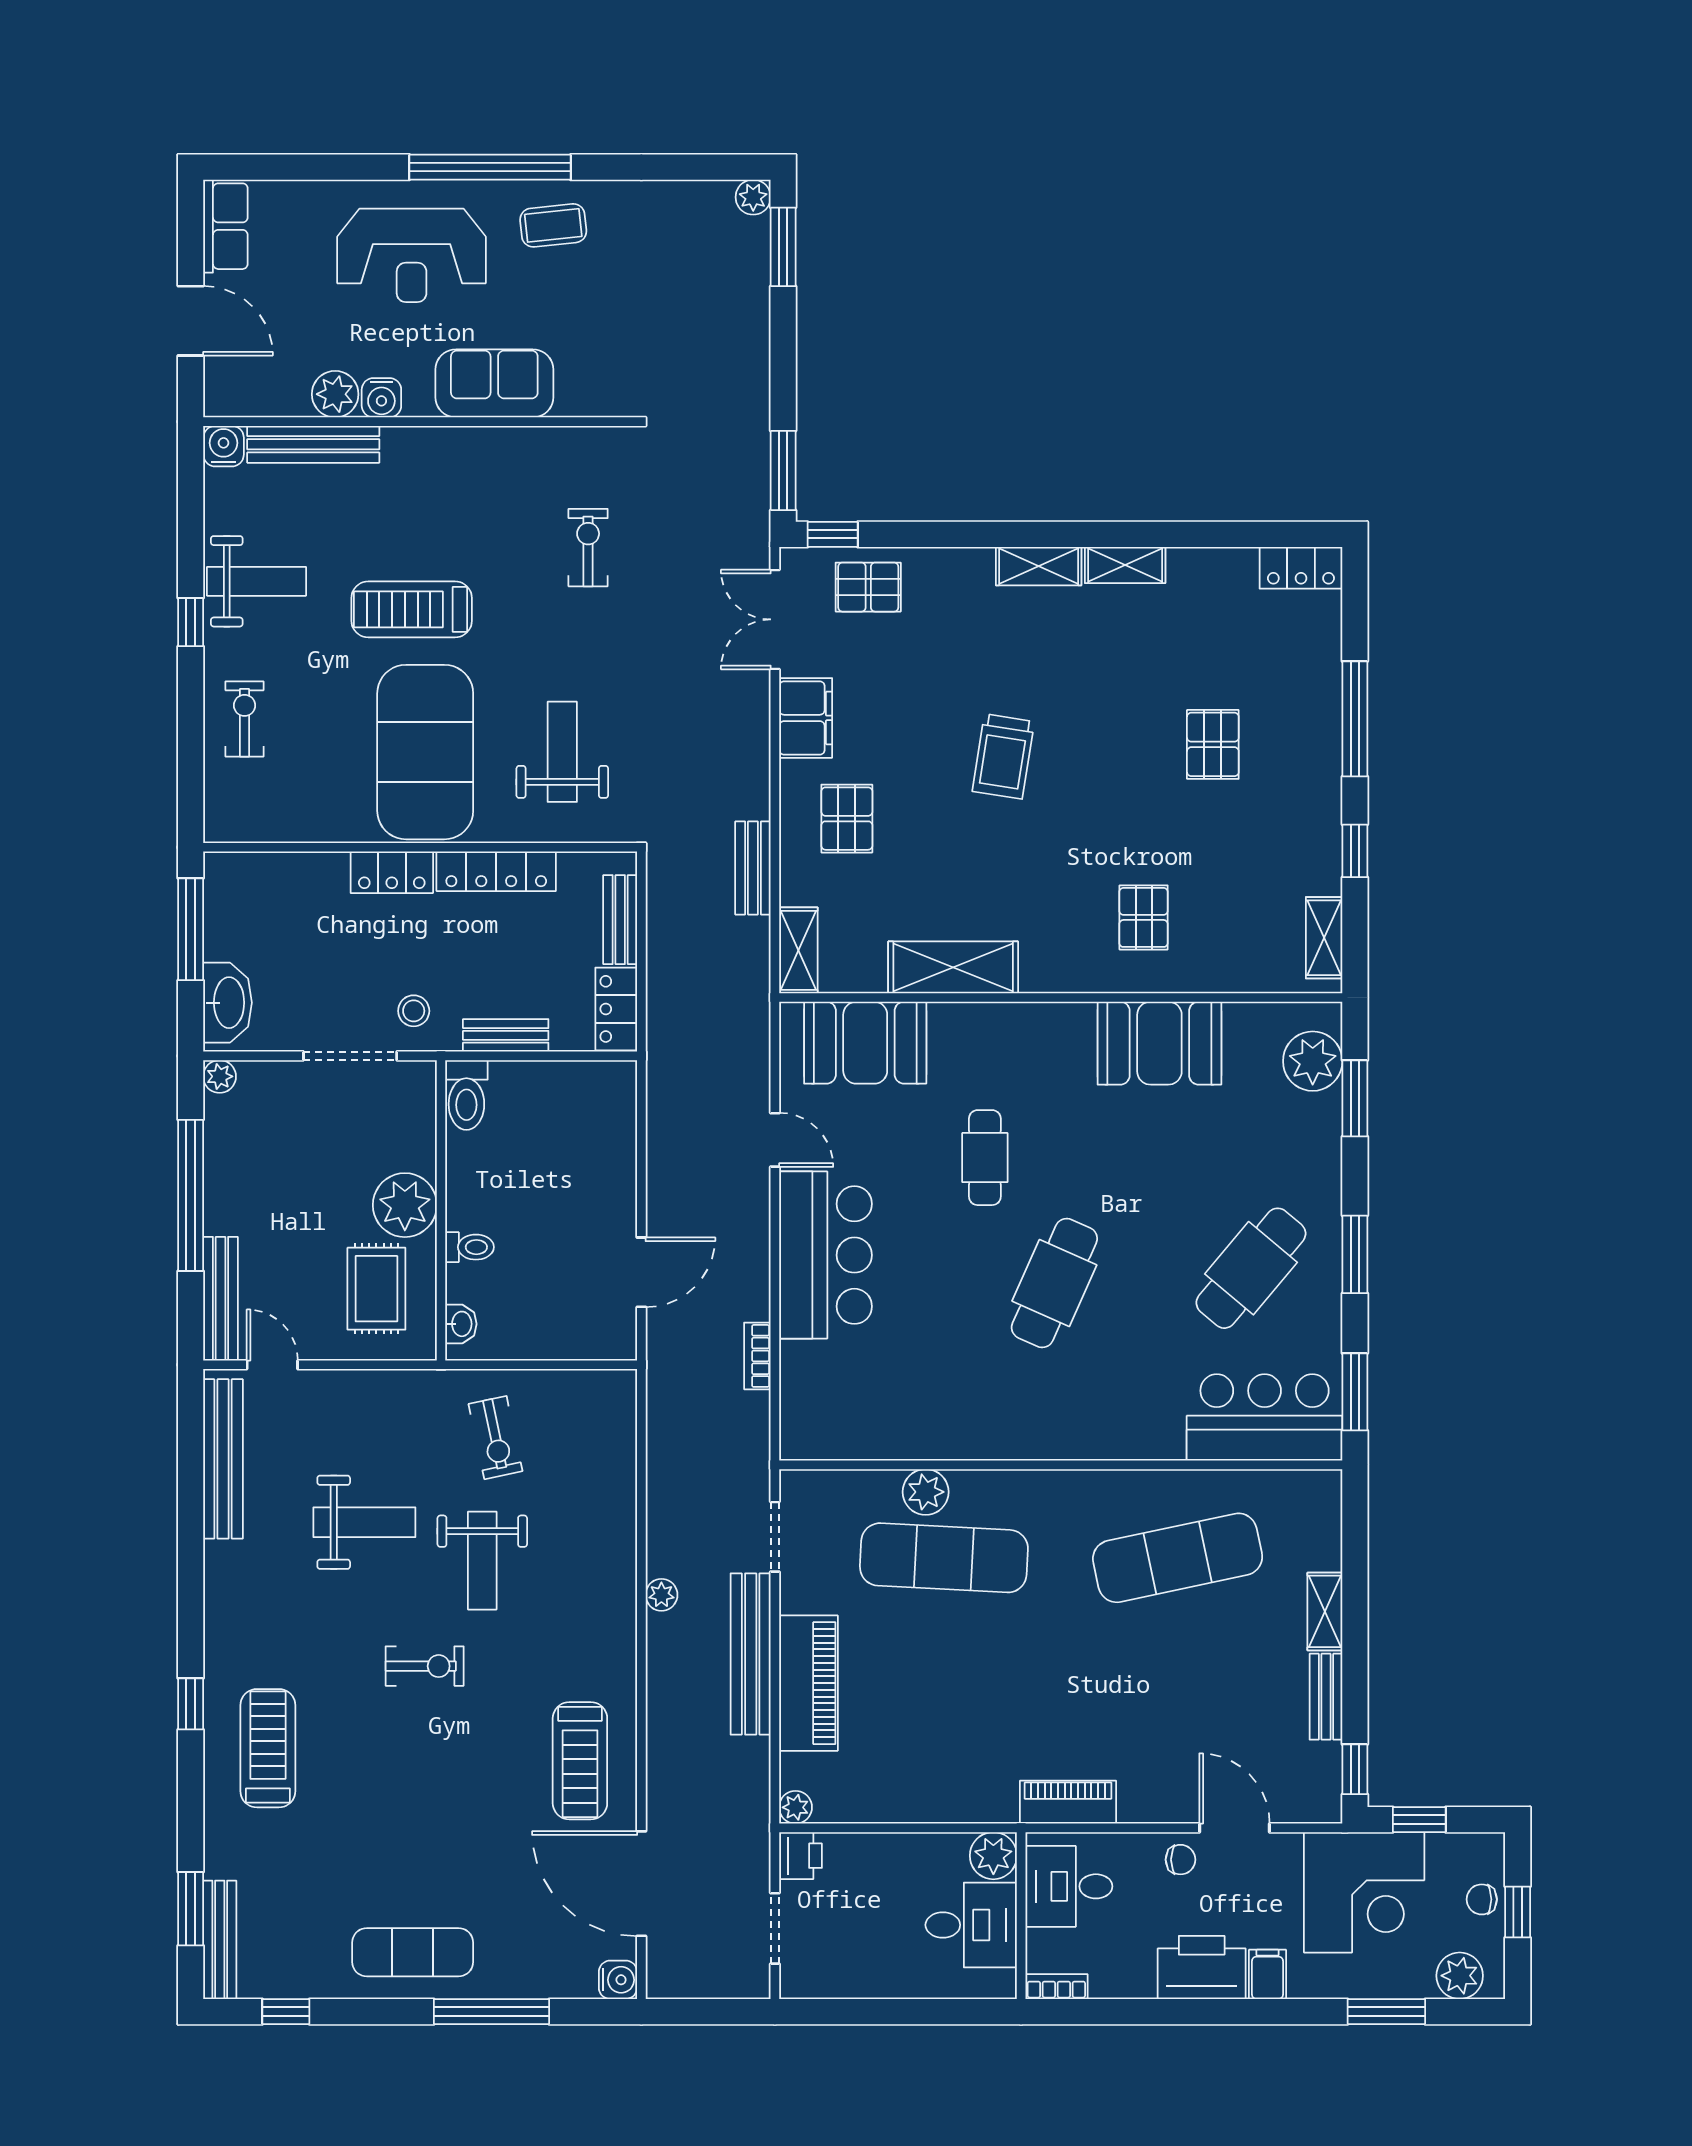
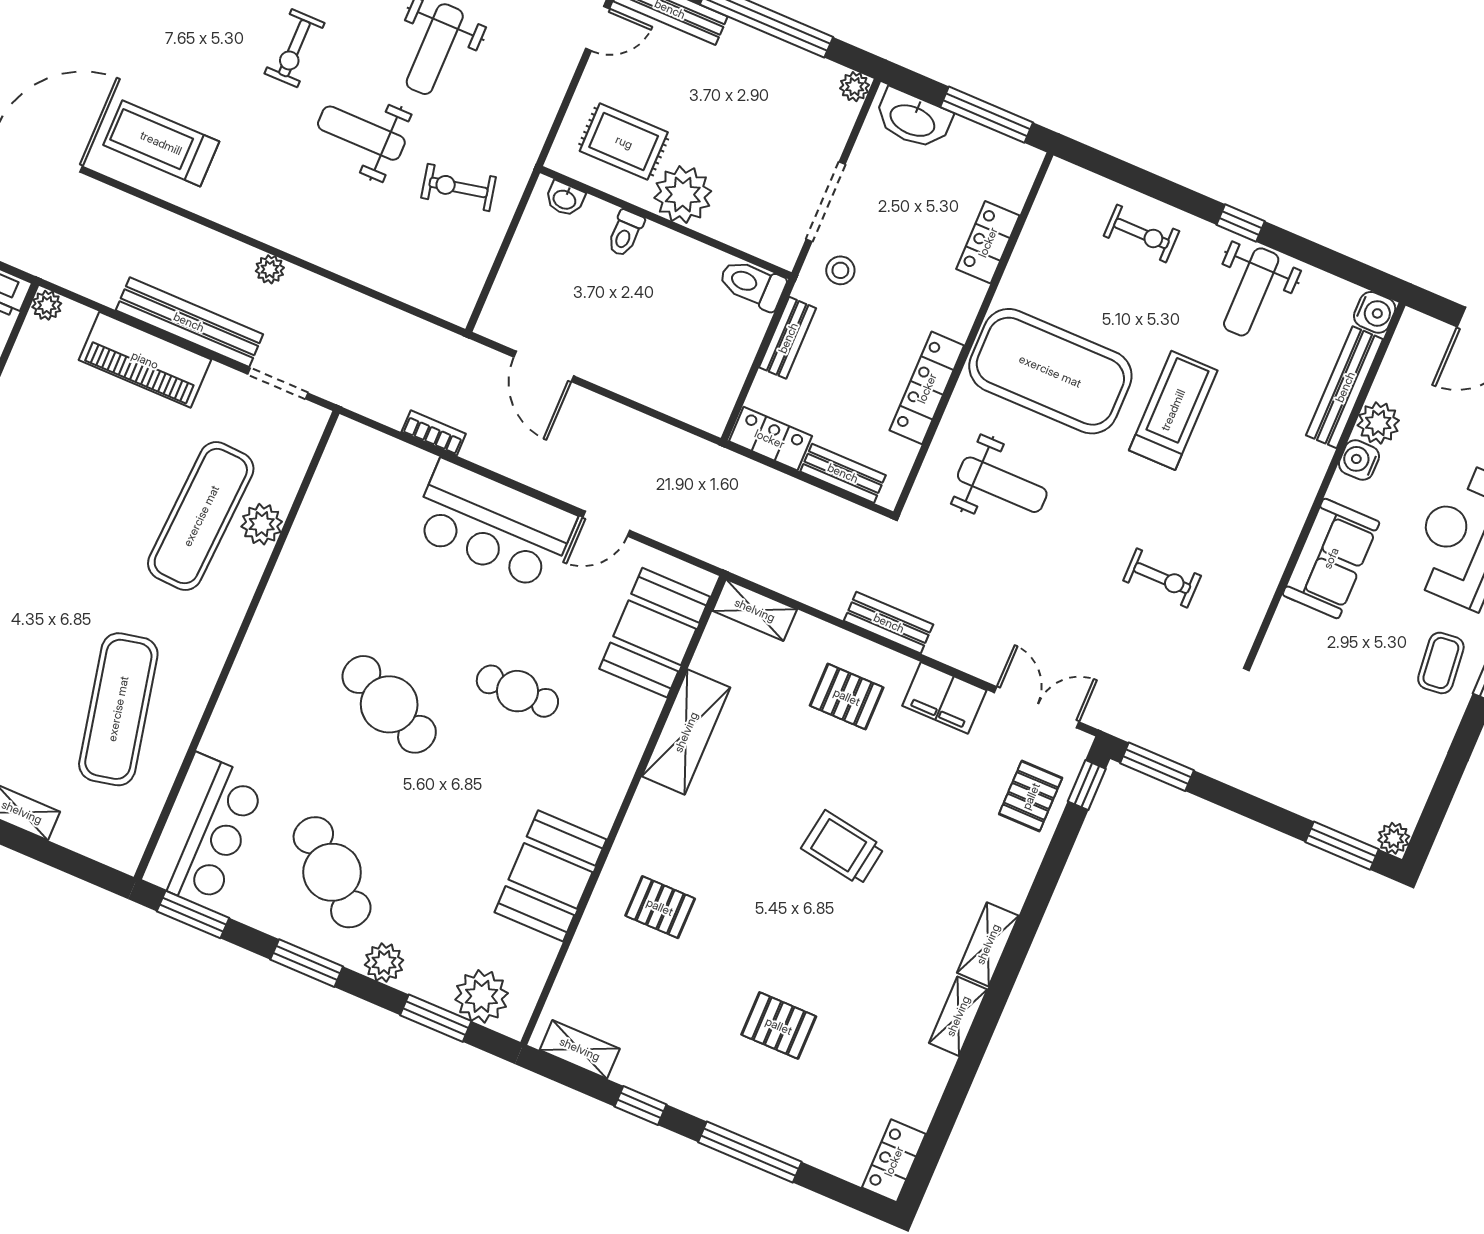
bench: (753, 868) -> (889, 623), moved
locker: (392, 872) -> (988, 242), moved
plant: (1321, 1176) -> (384, 962), added

